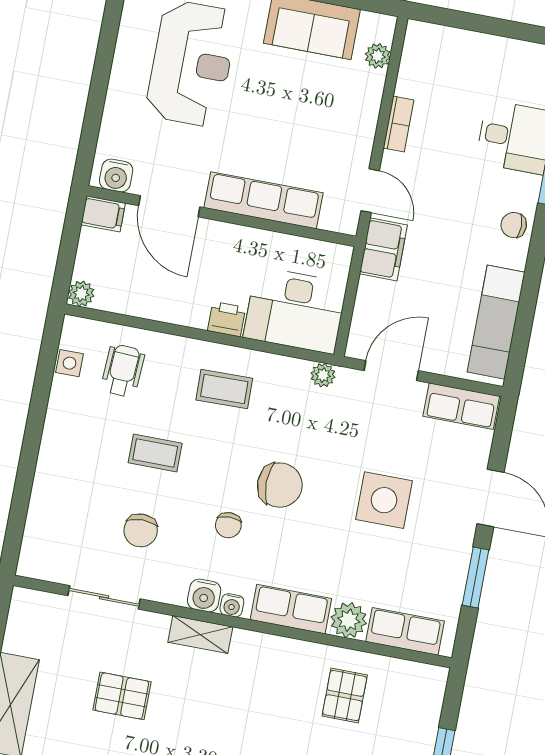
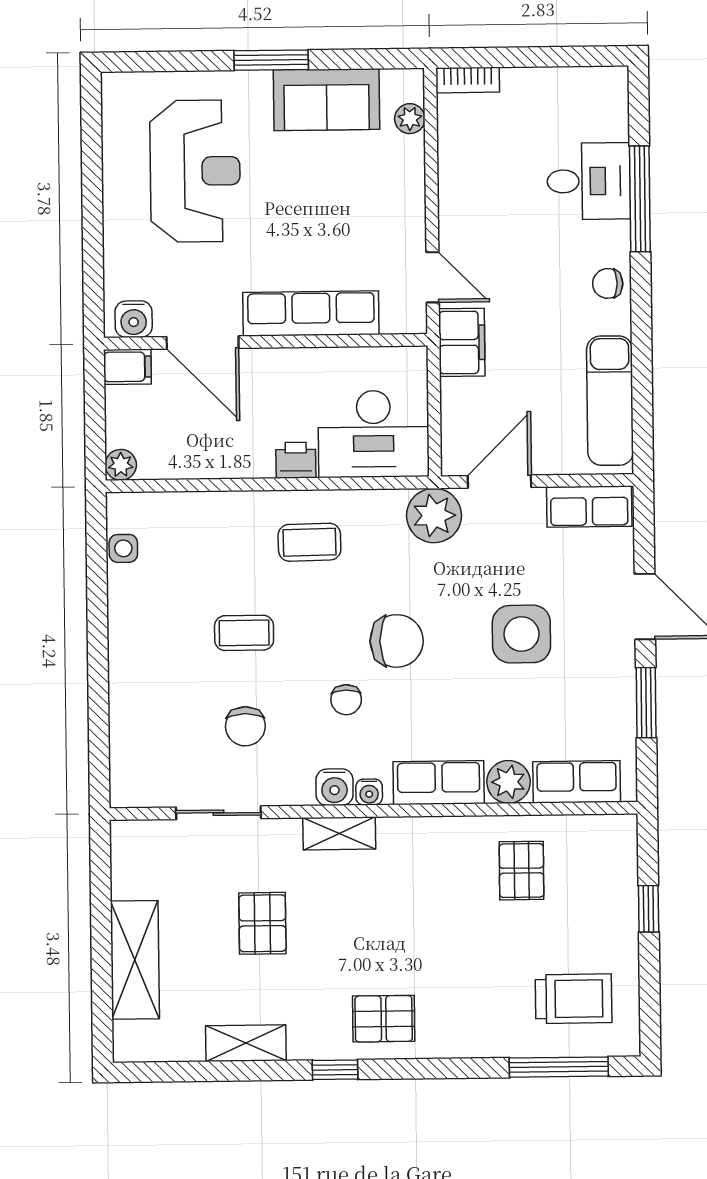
bookcase: (398, 124) -> (468, 80), moved, turned 90
wheelchair: (123, 371) -> (187, 545), removed
plant: (323, 375) -> (434, 515), width x1.88, depth x1.88
pallet: (122, 696) -> (262, 923), turned 90

